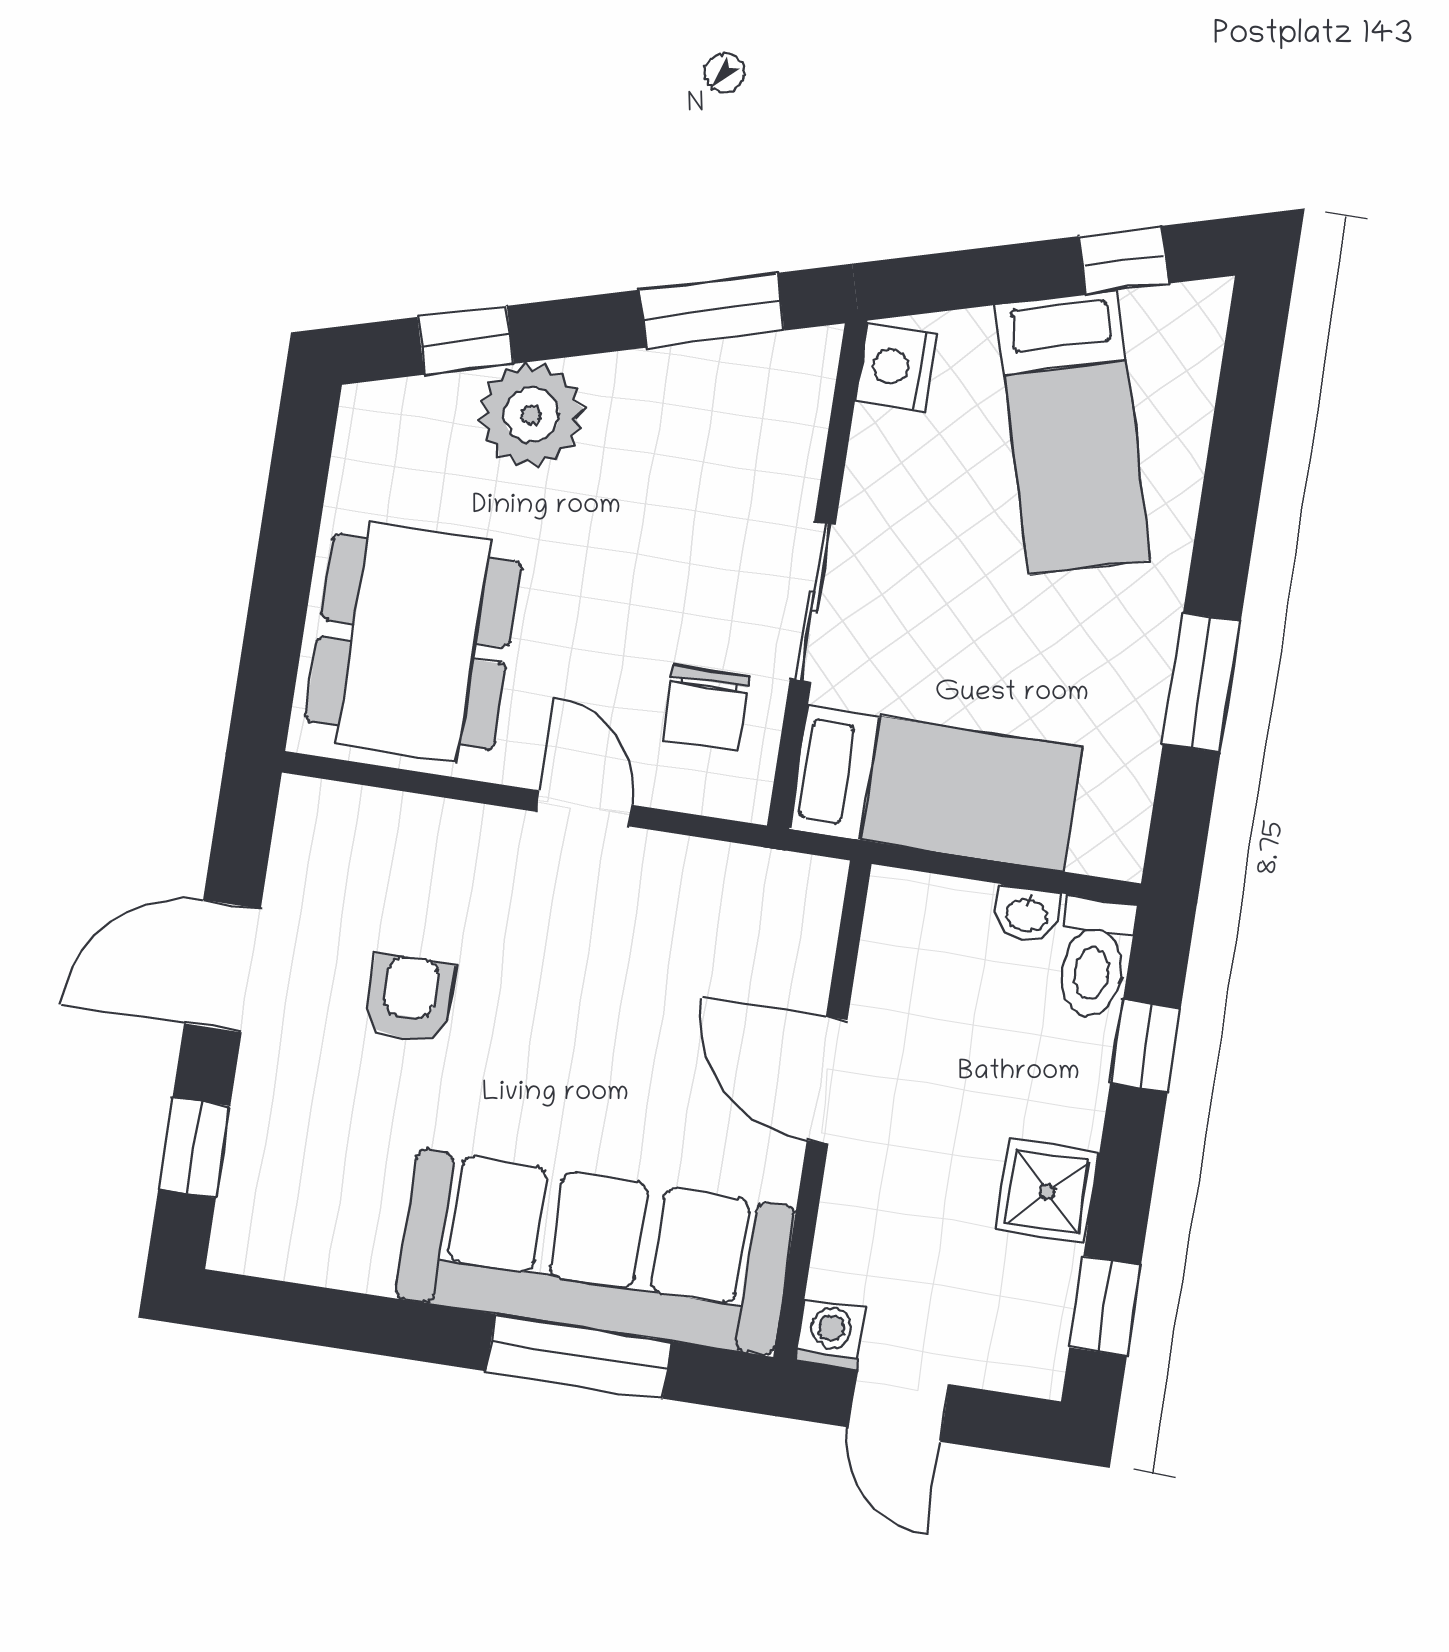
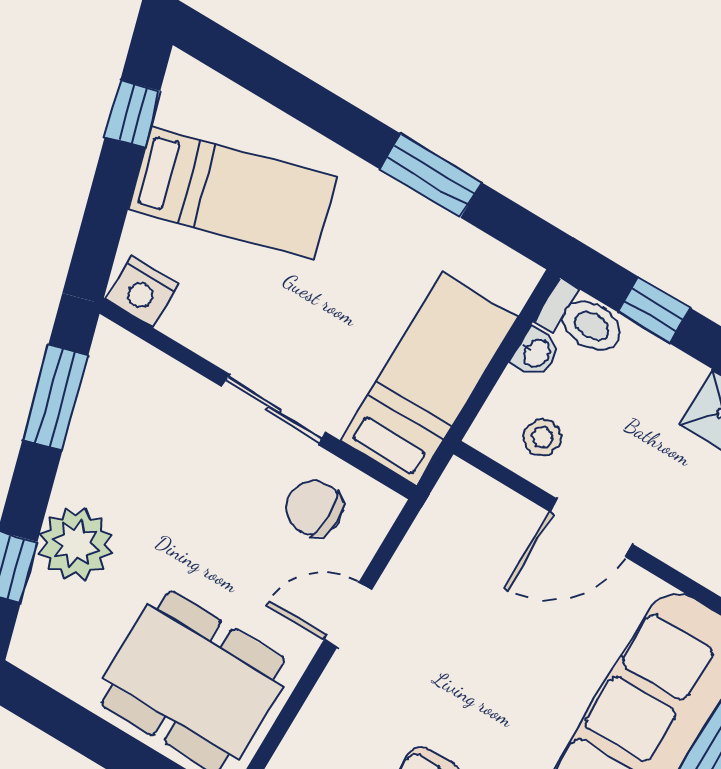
chair: (705, 708) -> (314, 508), turned 180
stool: (920, 968) -> (542, 437), added

